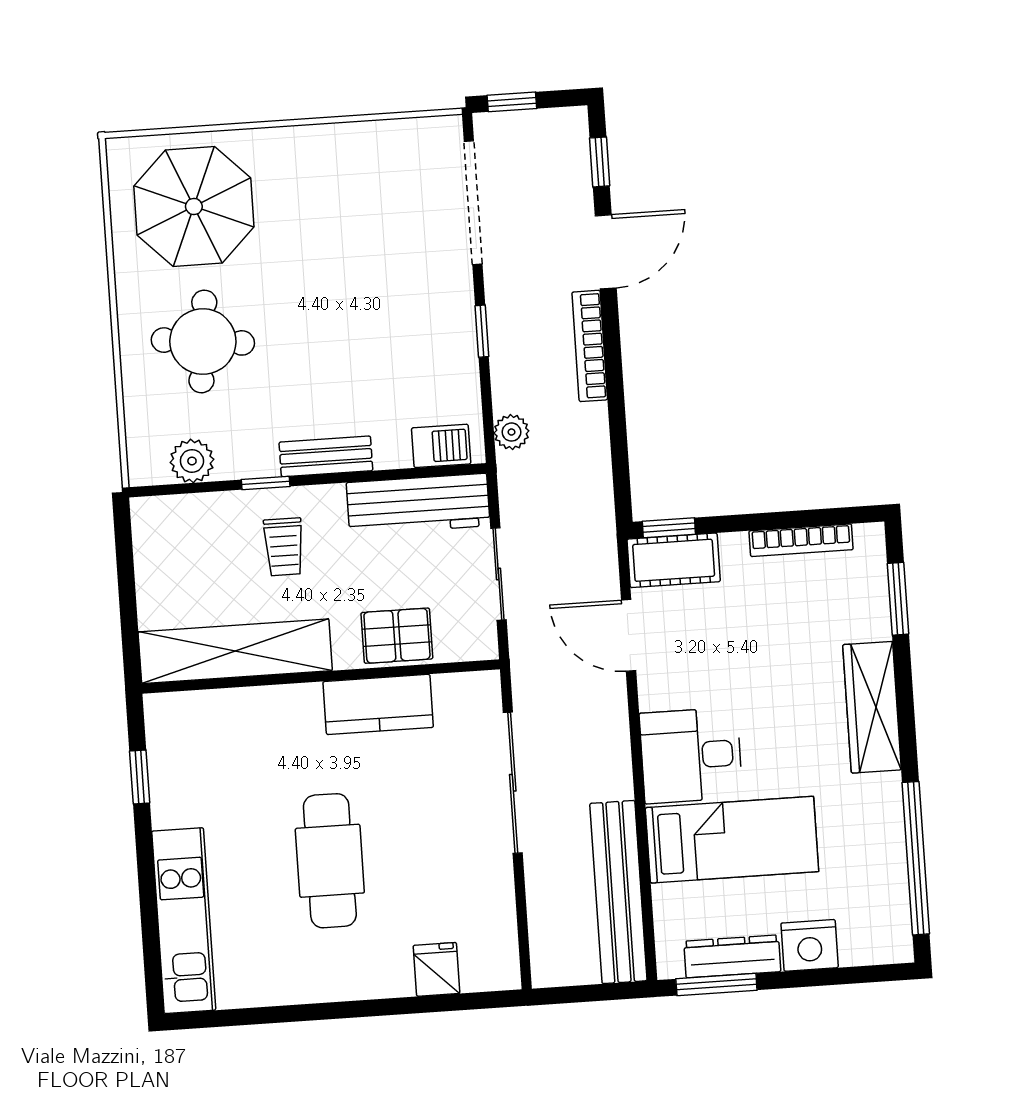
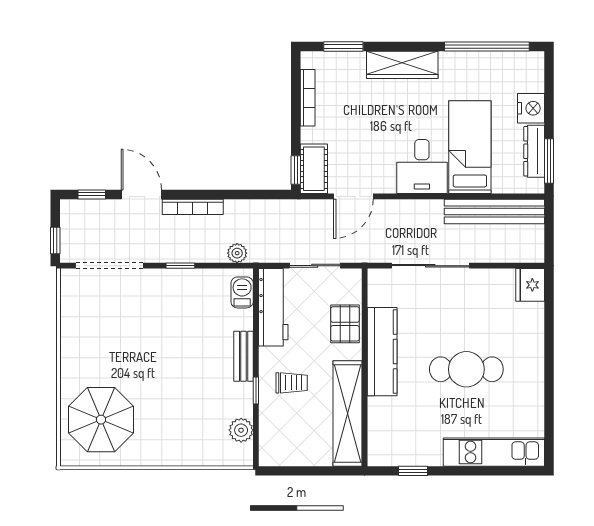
round table: (203, 341) -> (176, 420), removed
kitchen counter: (378, 704) -> (382, 352), width x1.50
fridge: (436, 969) -> (530, 285), moved, width x1.38

